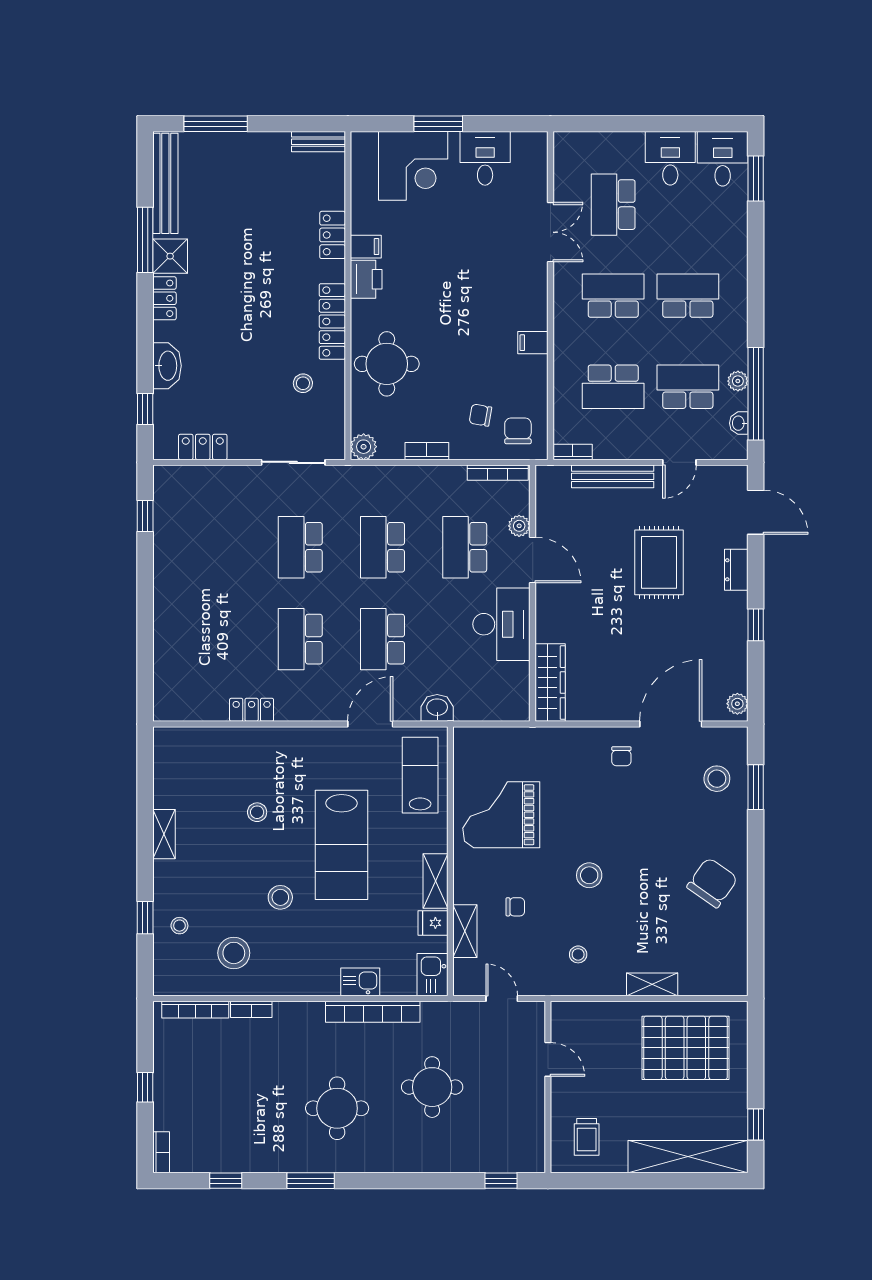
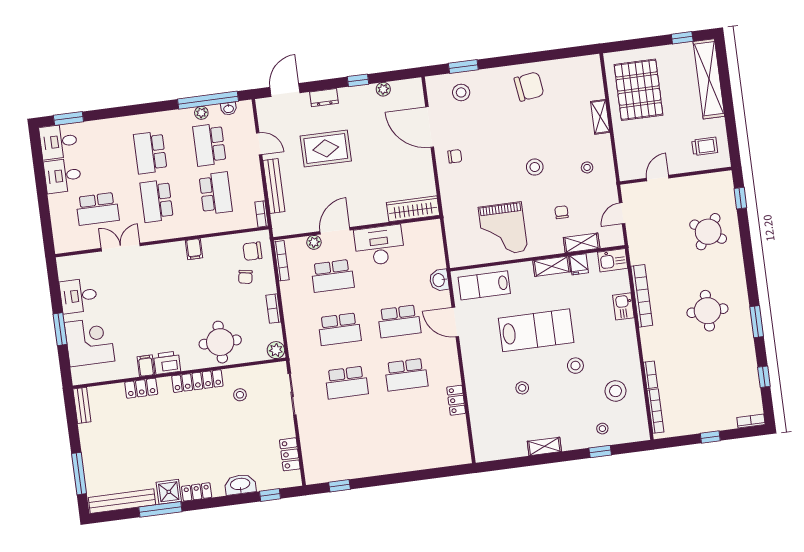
plant: (737, 704) -> (383, 89), moved
chair: (712, 883) -> (529, 87), turned 137
round table: (432, 1087) -> (708, 232), moved, turned 35

